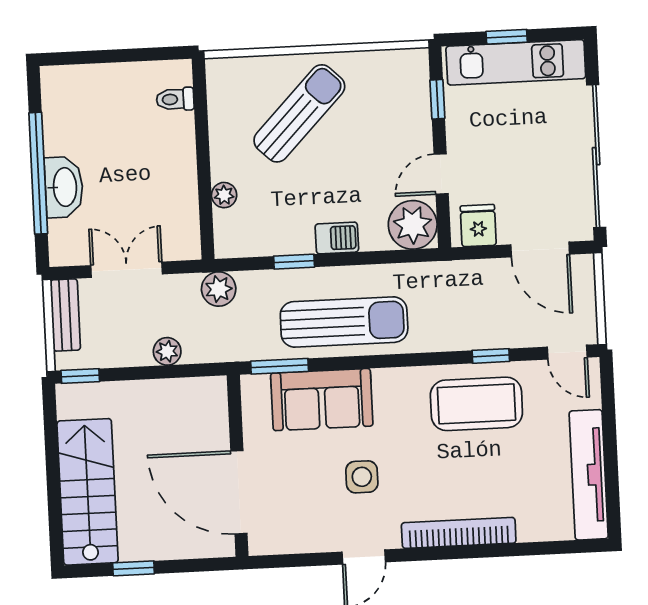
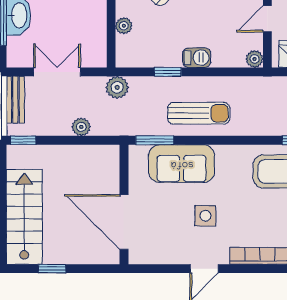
plant: (413, 225) -> (255, 59), width x0.53, depth x0.53
sun lounger: (344, 322) -> (199, 113), width x0.73, depth x0.75

